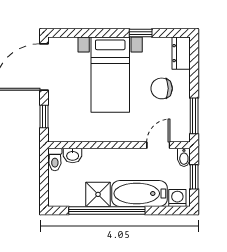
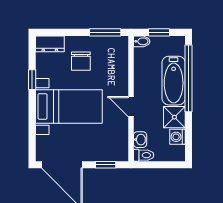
door: (158, 145) -> (131, 107), moved
washing machine: (177, 198) -> (178, 137), moved
window: (107, 210) -> (189, 78), moved

